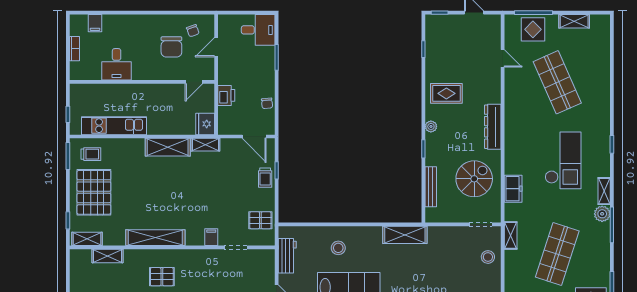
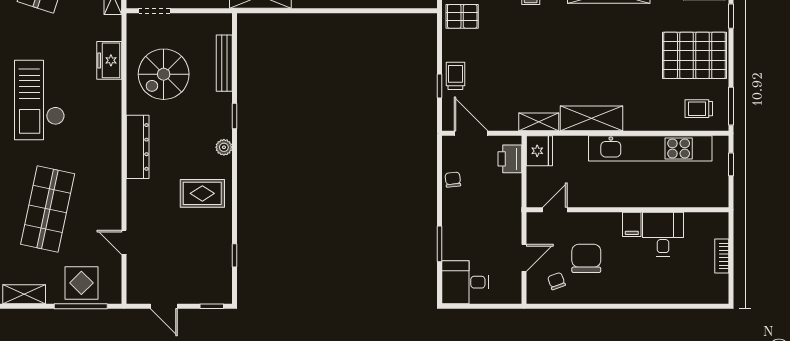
filing cabinet: (95, 23) -> (632, 224), moved, turned 180
shop shelf: (557, 82) -> (48, 209), turned 36
printer: (226, 95) -> (510, 159), moved
kitchen unit: (114, 126) -> (650, 148), width x1.36
pallet: (94, 192) -> (695, 55), turned 90

